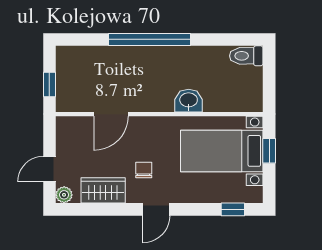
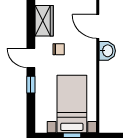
washbasin: (189, 101) -> (107, 51), moved
window: (233, 209) -> (31, 85), moved

